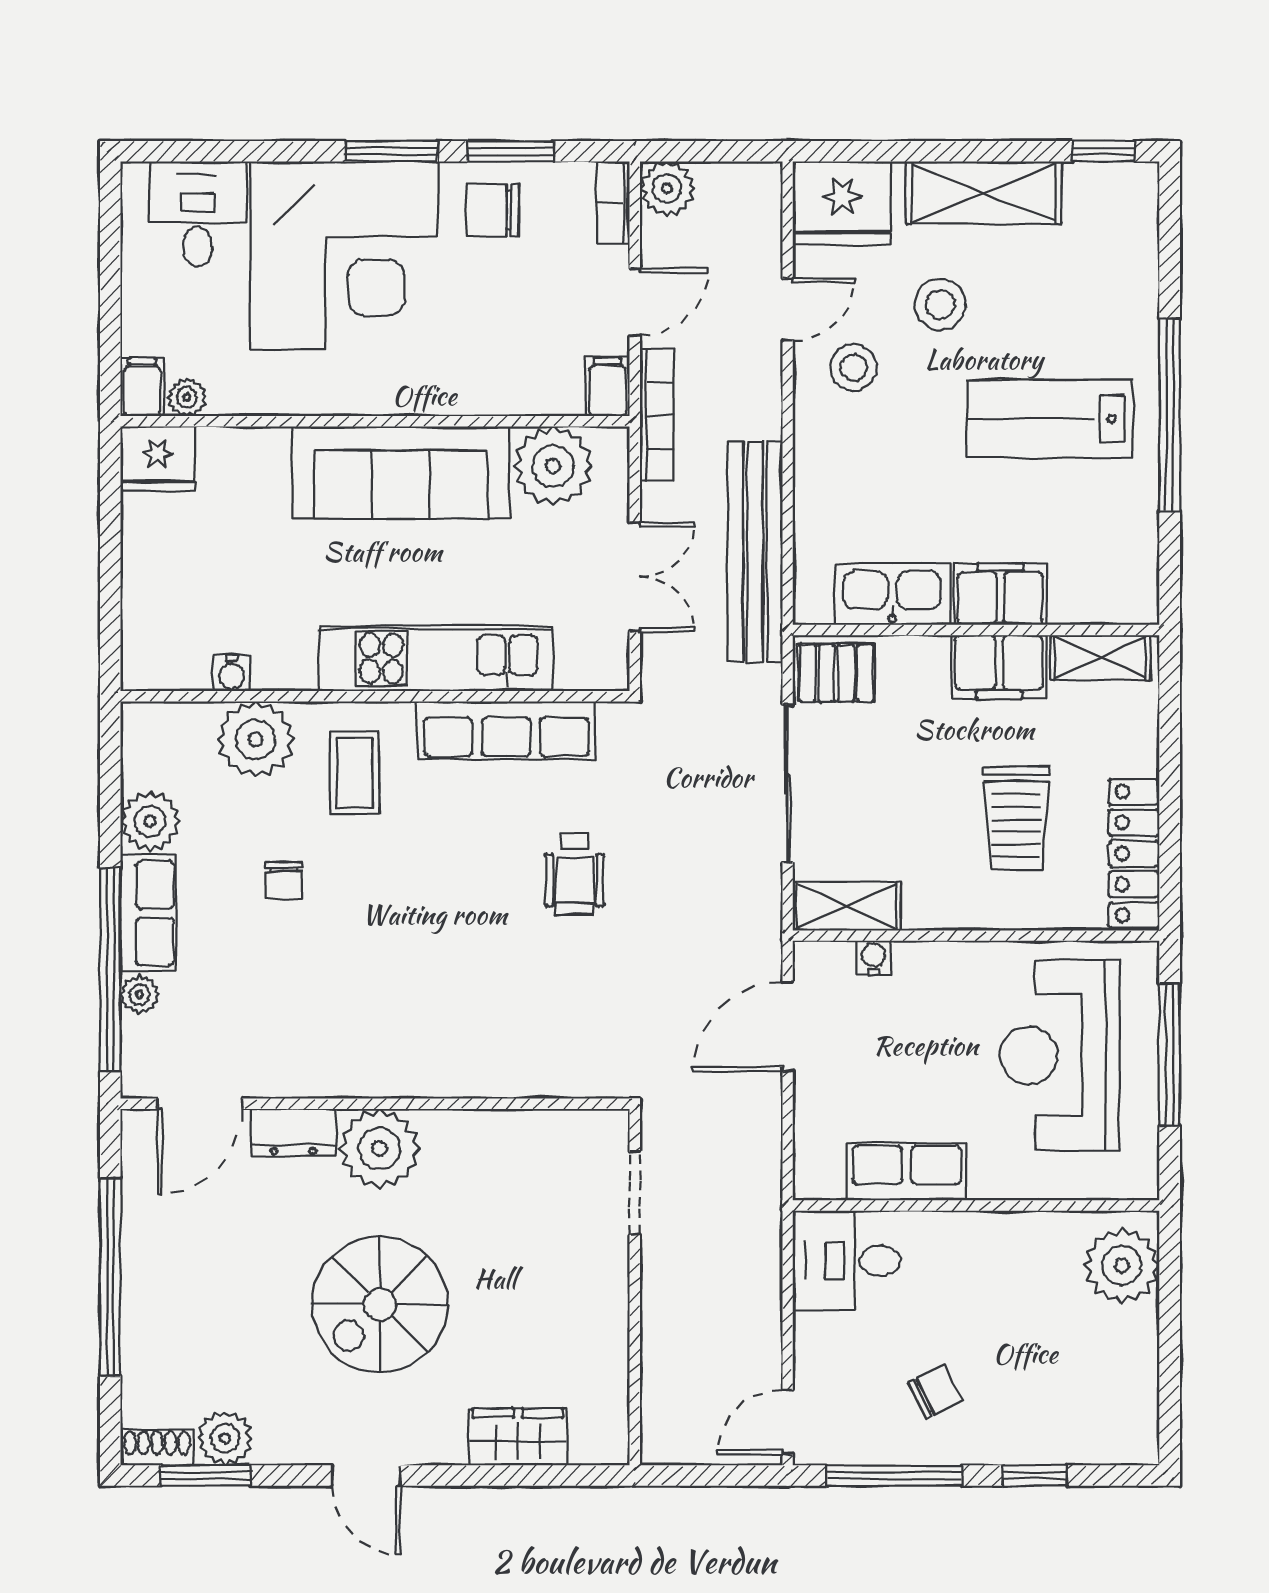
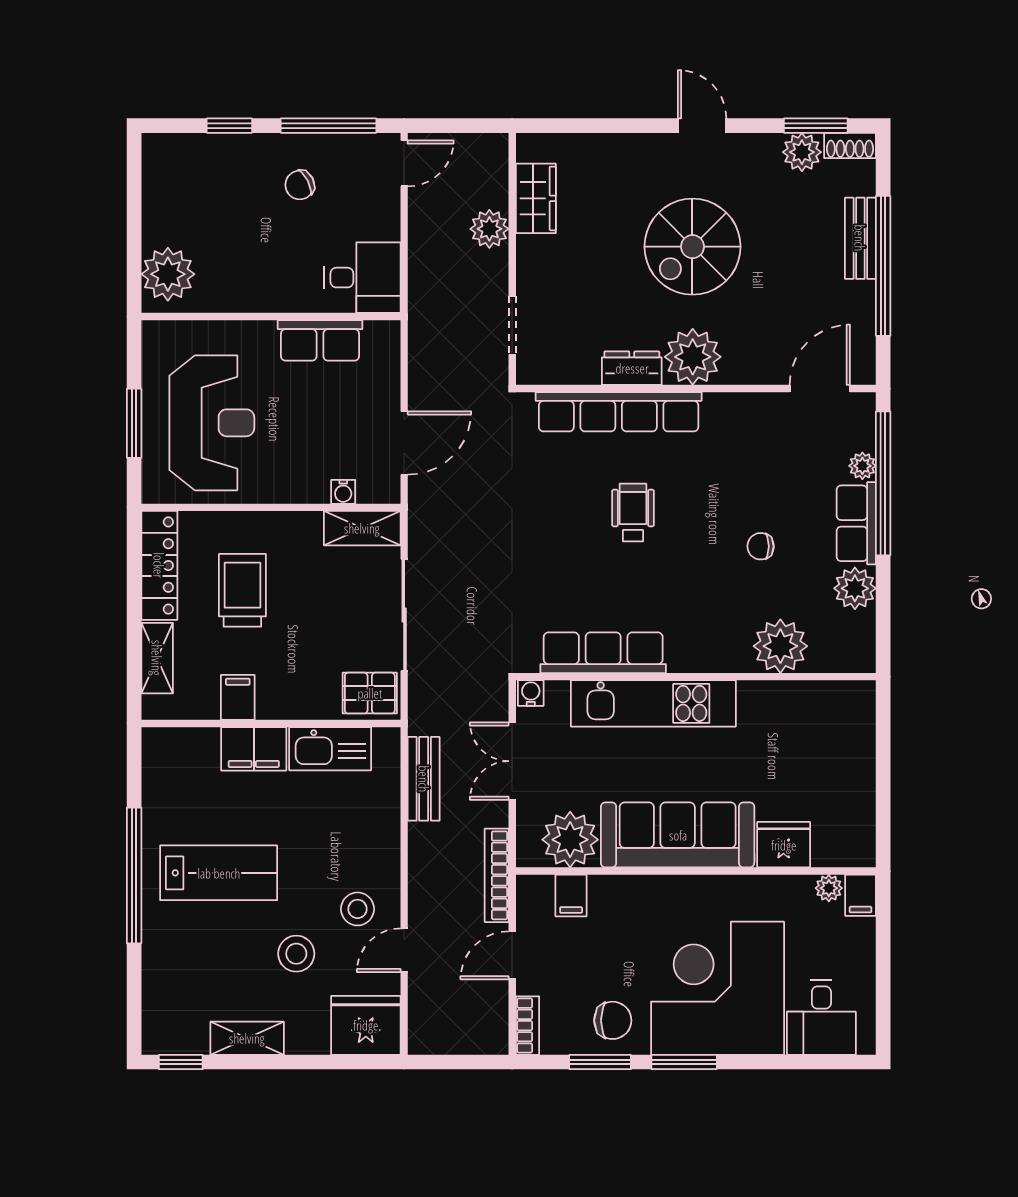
plant: (667, 189) -> (489, 229), moved
shelving: (984, 193) -> (247, 1038), width x0.67, depth x0.75
filing cabinet: (608, 387) -> (571, 896), moved
fridge: (158, 459) -> (784, 845), moved
bench: (755, 552) -> (424, 779), width x0.54, depth x0.82
shelving: (1101, 658) -> (157, 658), moved, turned 90
filing cabinet: (999, 667) -> (238, 697), width x0.50
water cooler: (232, 673) -> (531, 693), moved
coffee table: (355, 773) -> (710, 623), removed
wheelchair: (575, 874) -> (633, 513), moved
chair: (284, 881) -> (761, 546), turned -90
window: (1170, 1055) -> (134, 423), width x0.69
row of seats: (484, 1071) -> (619, 412), added
dresser: (293, 1133) -> (632, 368), moved
spiral stairs: (380, 1304) -> (692, 247), turned 180
bench: (142, 1316) -> (860, 238), added
wardrobe: (518, 1437) -> (536, 198), moved, turned -90

